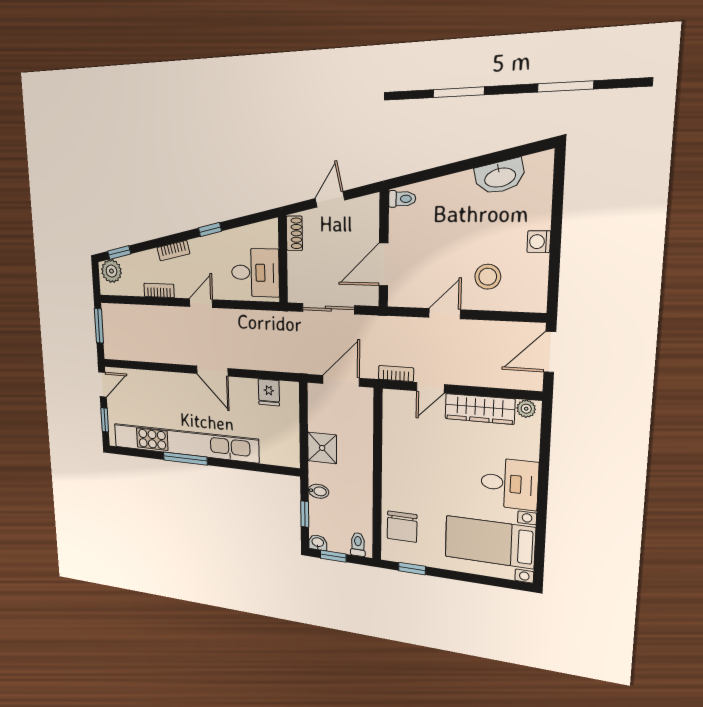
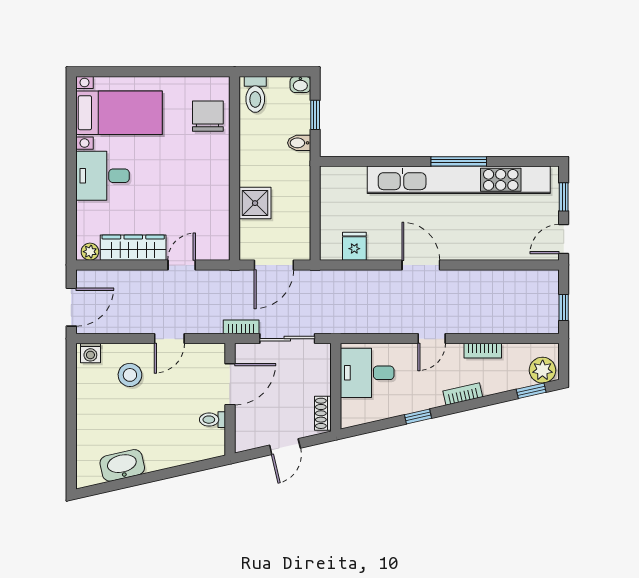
toilet: (402, 199) -> (212, 420), moved
washing machine: (539, 242) -> (90, 353), moved, turned 90
window: (99, 326) -> (564, 307), width x0.67
bookcase: (396, 374) -> (241, 327), moved, turned 180
shower: (322, 448) -> (255, 203), moved
toilet: (358, 544) -> (255, 94), width x1.37, depth x1.39
window: (333, 556) -> (283, 72), removed
window: (412, 569) -> (197, 72), removed

